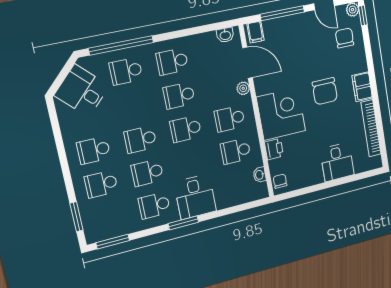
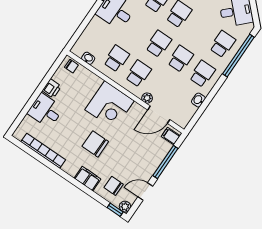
washbasin: (225, 35) -> (198, 100), moved
chair: (345, 38) -> (114, 186), turned 180
filing cabinet: (362, 87) -> (88, 179), moved
printer: (274, 149) -> (52, 89), moved, turned -90

